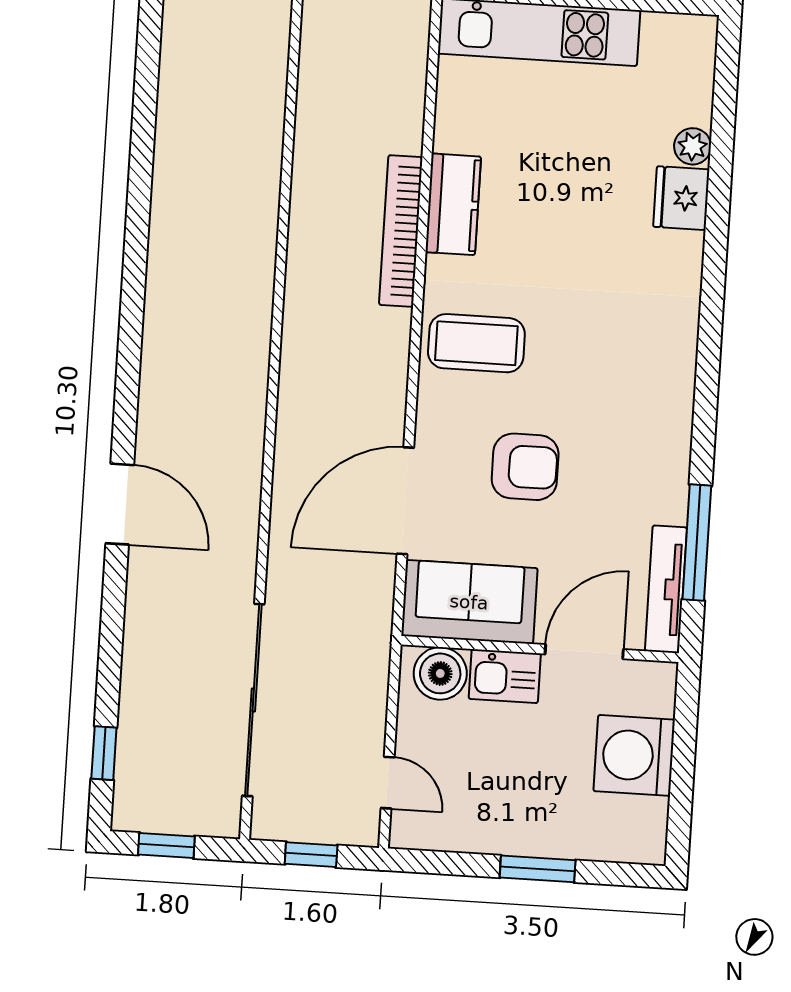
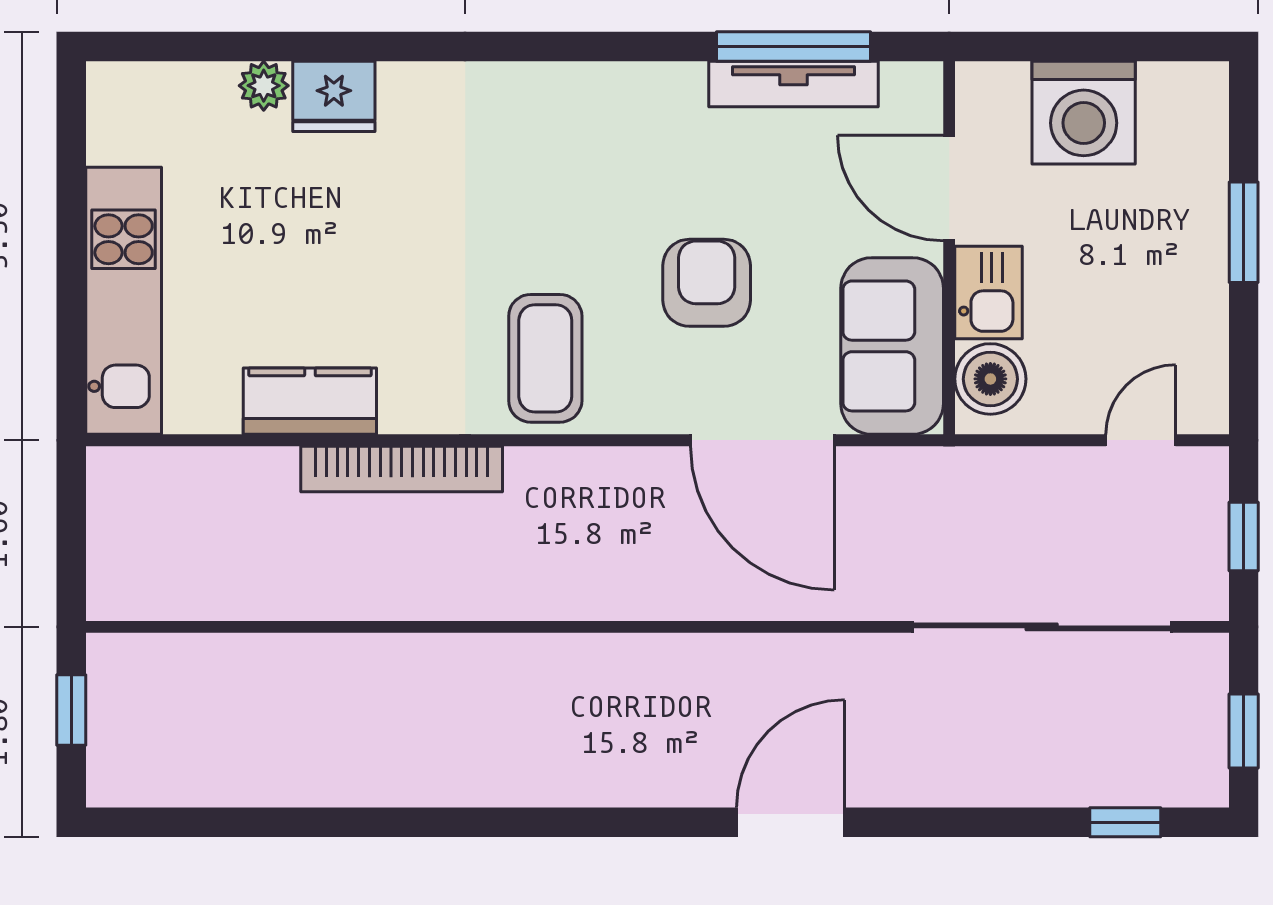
kitchen counter: (453, 204) -> (310, 401), moved
tv unit: (666, 589) -> (793, 84), moved

